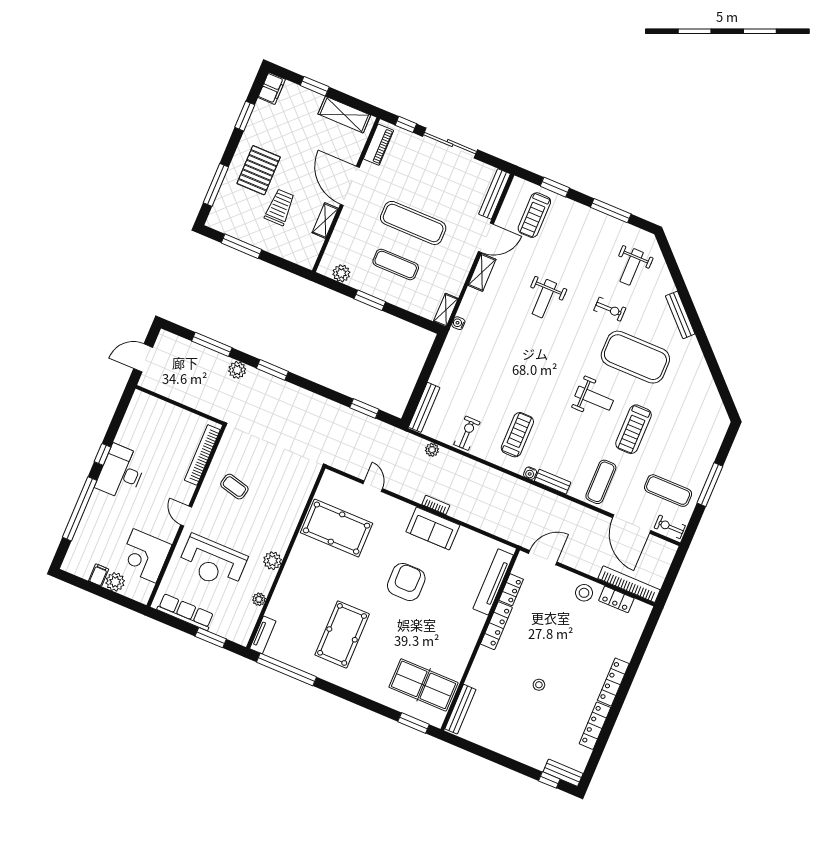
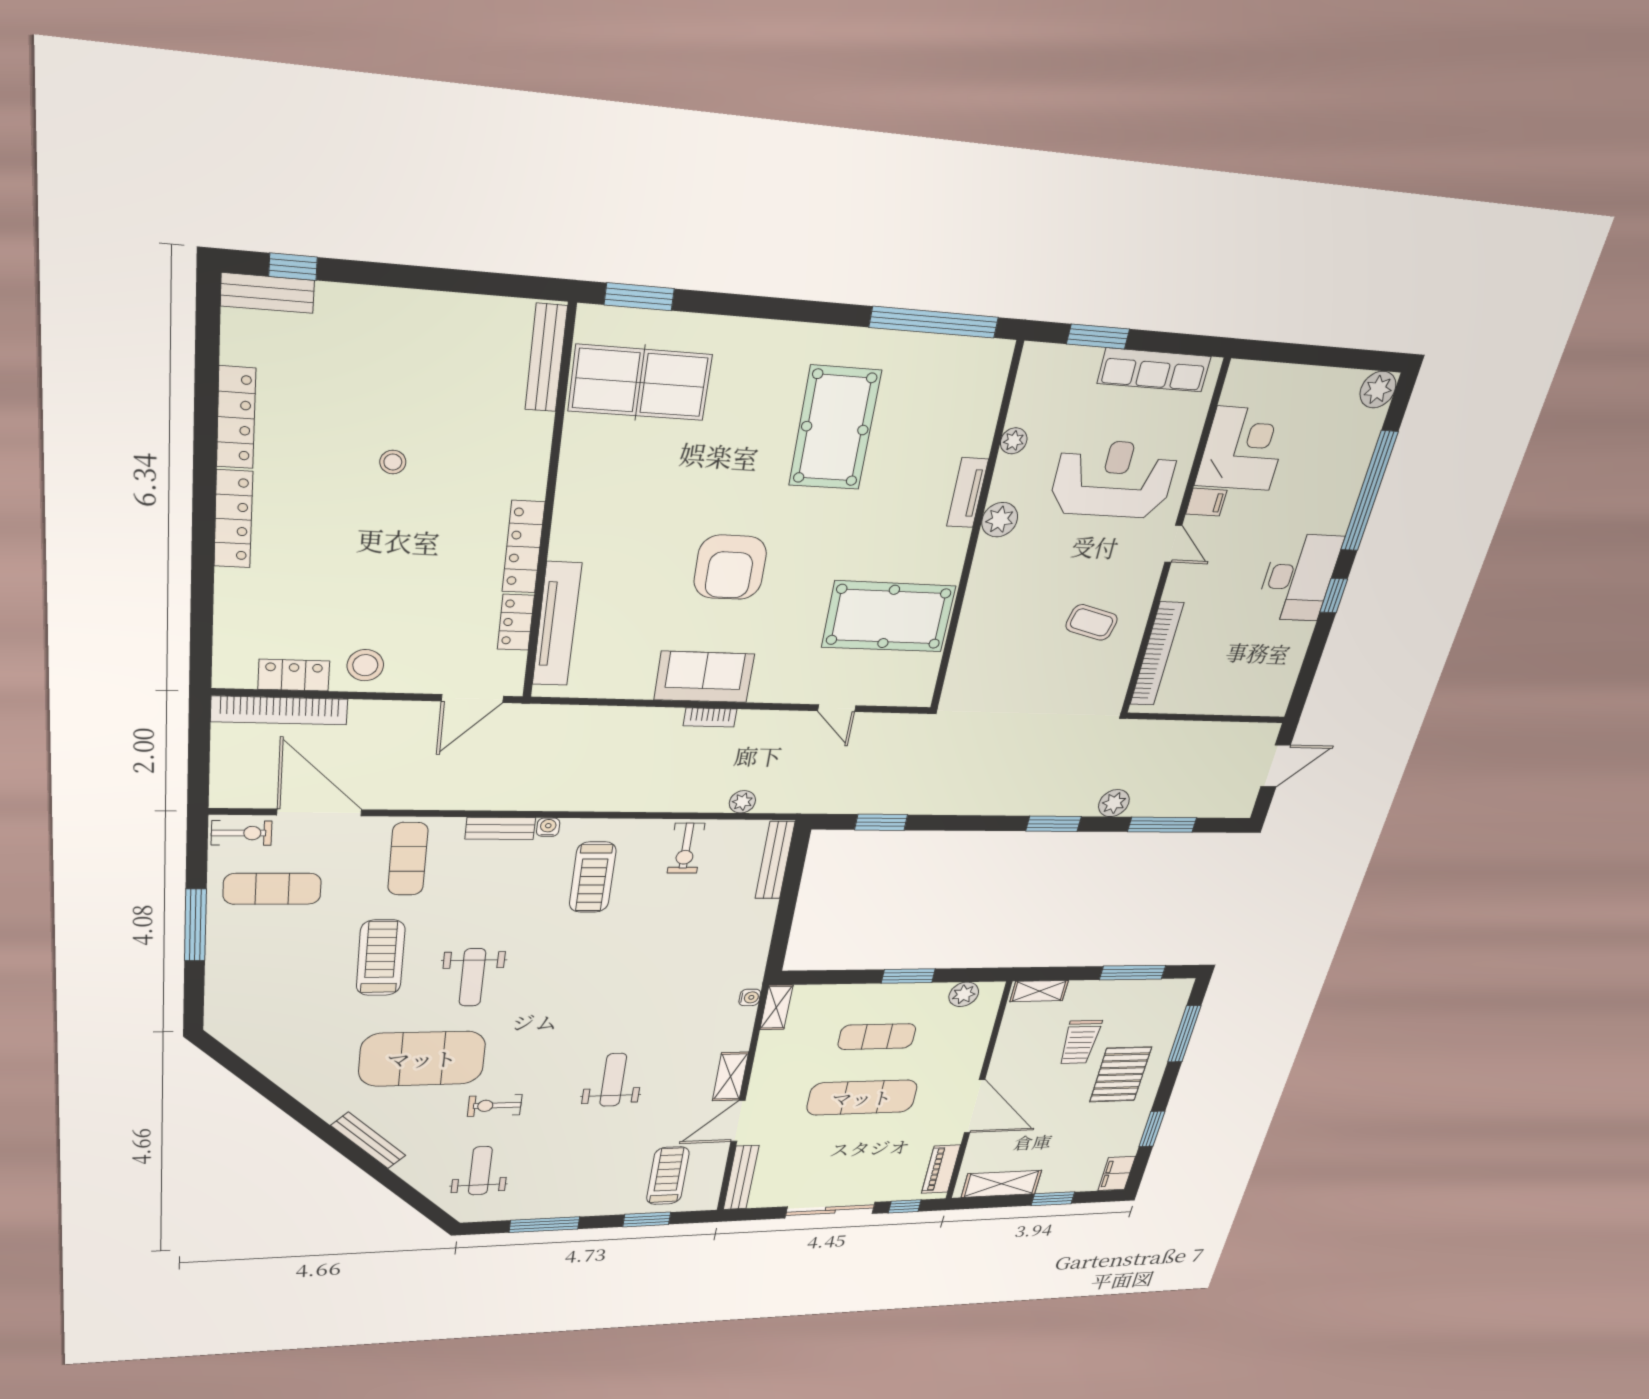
shelving: (325, 221) -> (1039, 991), moved, turned 90
weight bench: (594, 398) -> (472, 977), turned -90
filing cabinet: (99, 575) -> (1206, 502), moved, turned -90
plant: (115, 582) -> (1378, 390), moved
tv unit: (263, 635) -> (967, 493), moved

